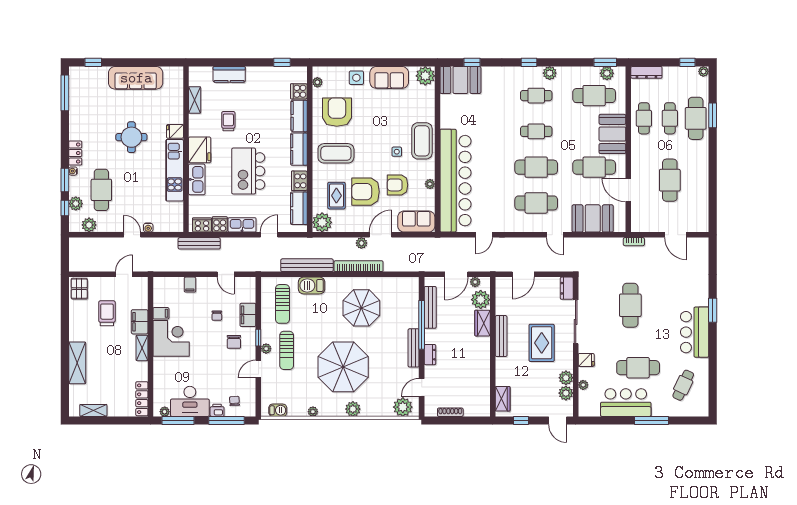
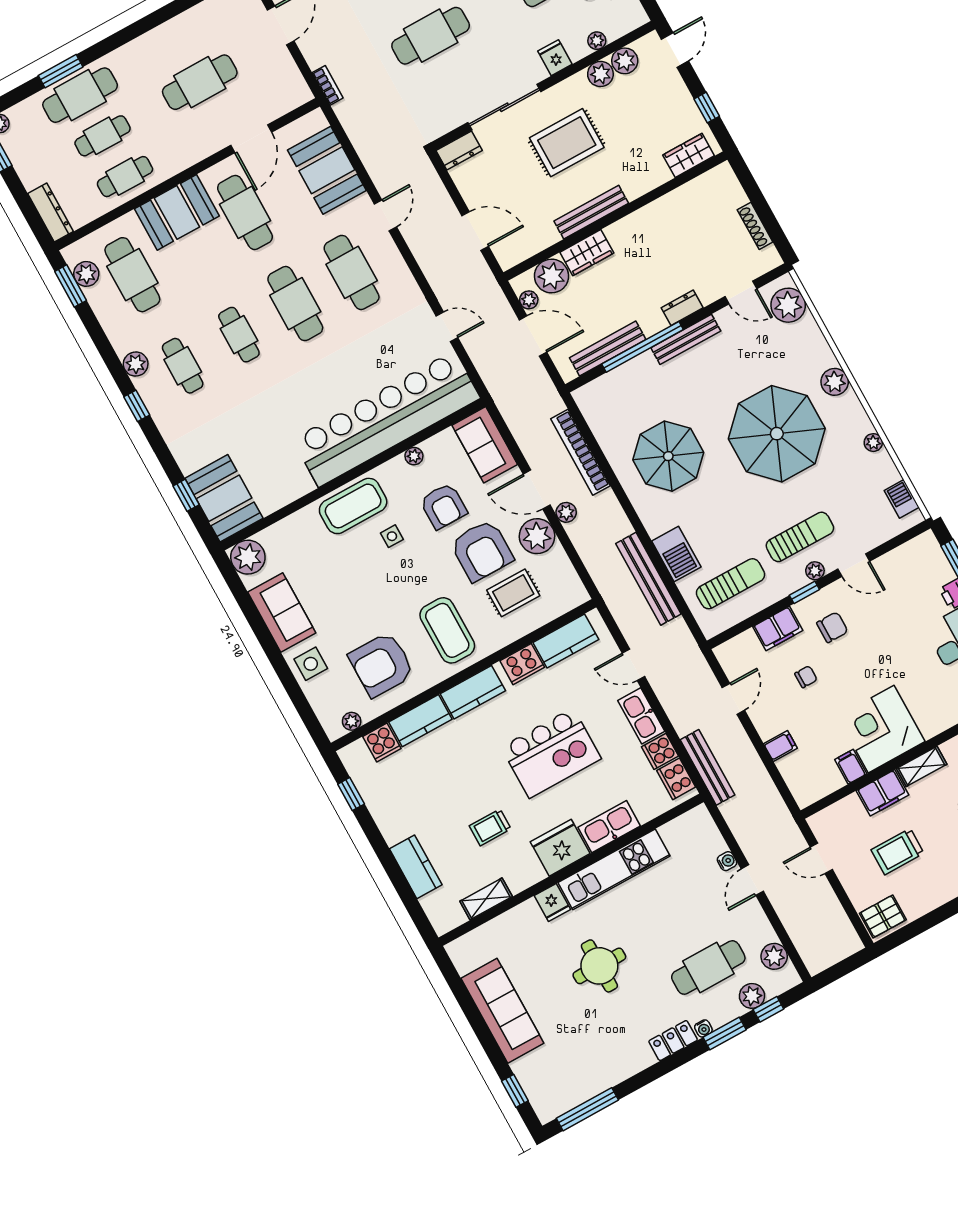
plant: (322, 222) -> (537, 536), moved
bookcase: (359, 266) -> (580, 452), moved
chair: (234, 401) -> (925, 575), removed

